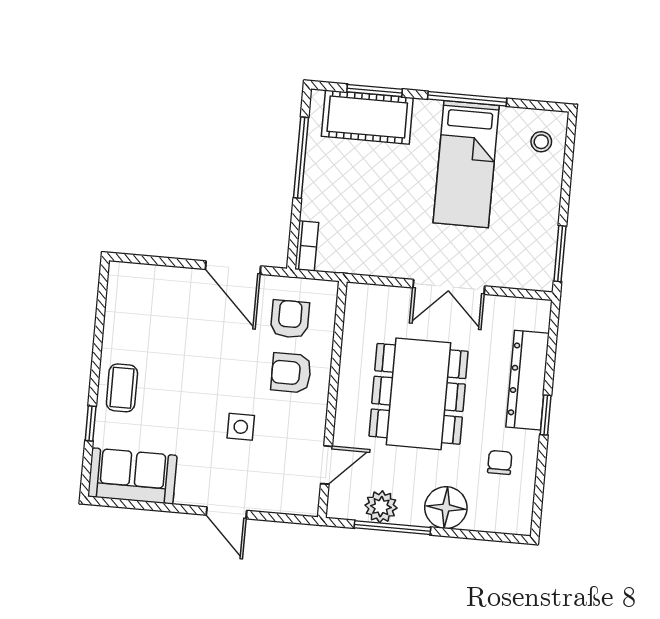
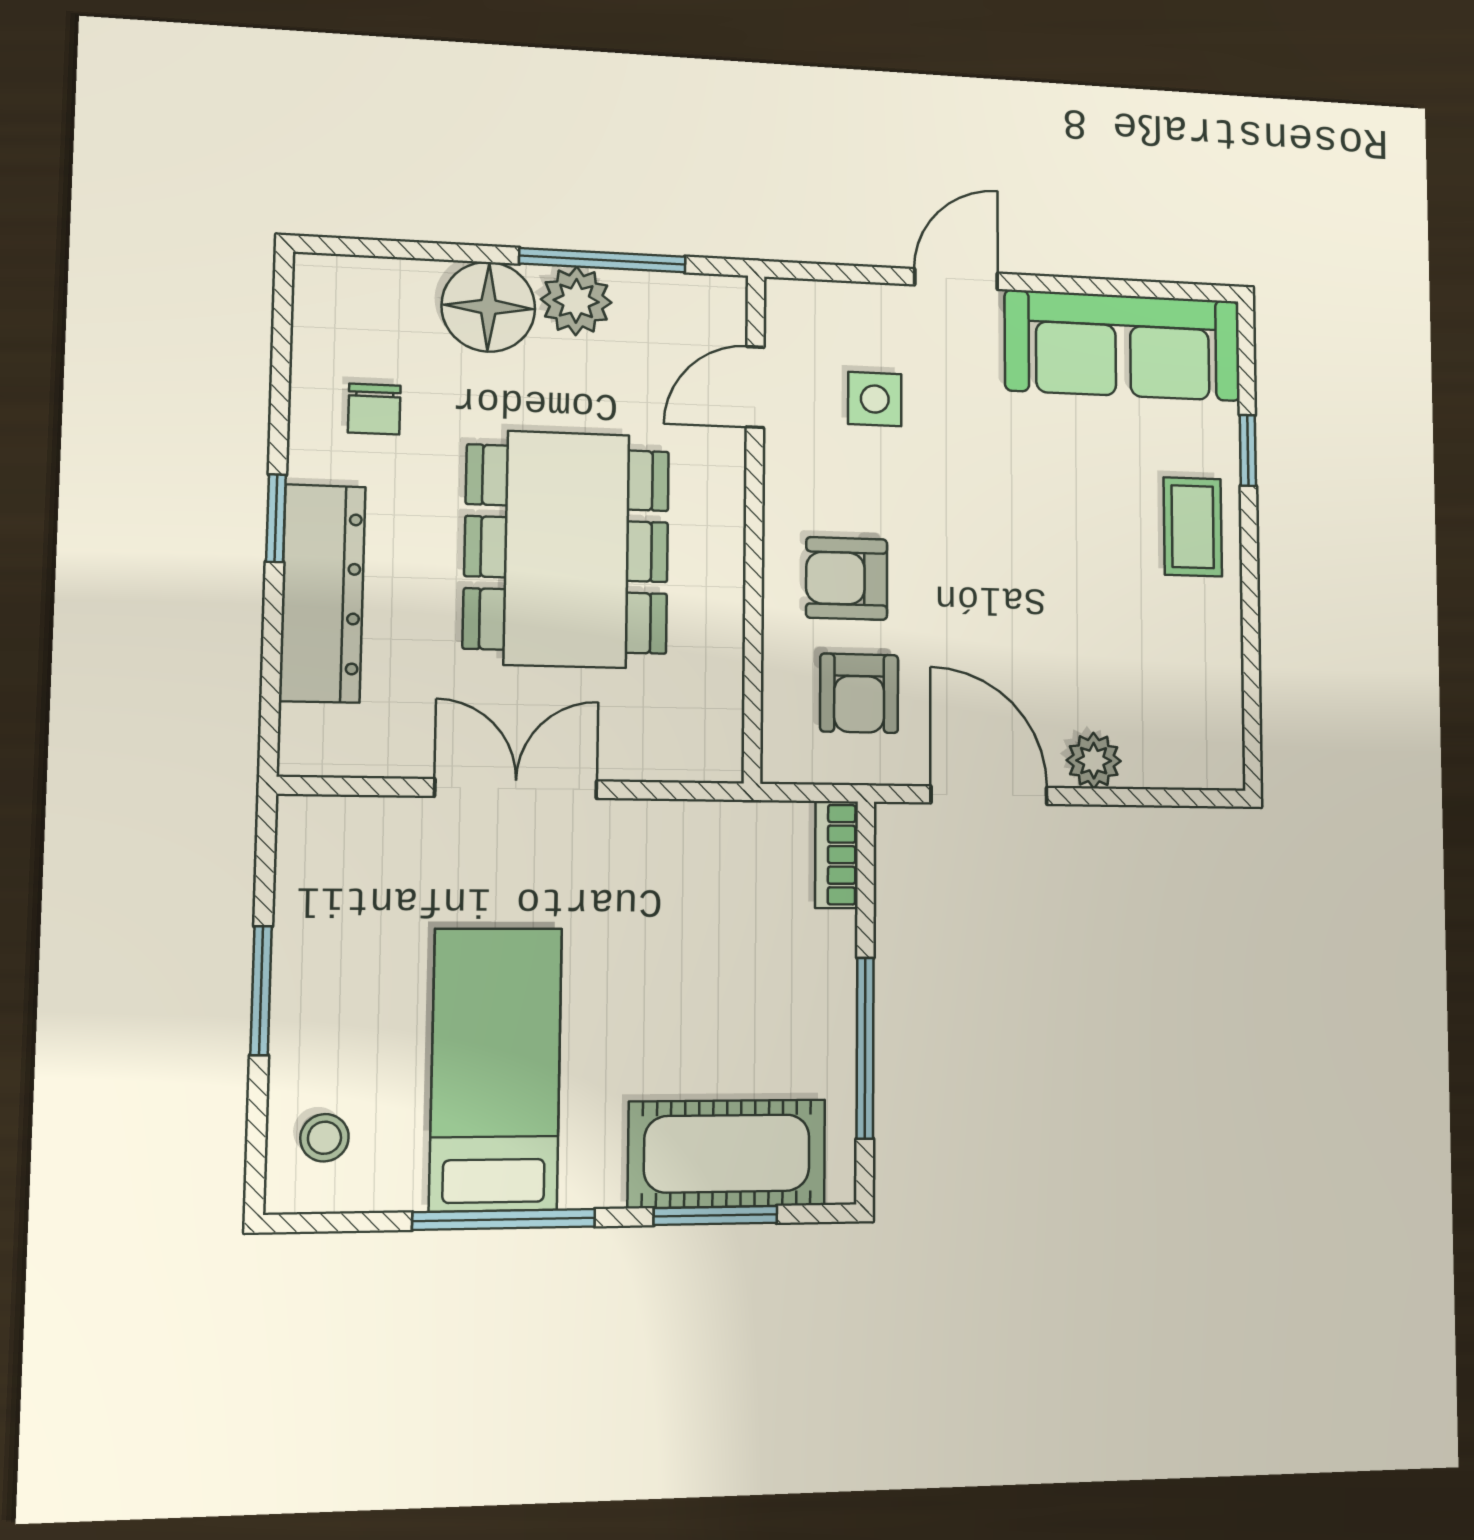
window: (560, 254) -> (261, 991), moved
plant: (182, 280) -> (1094, 761), added
armchair: (291, 373) -> (847, 578), turned 180
side table: (241, 427) -> (875, 399), moved
sofa: (132, 476) -> (1123, 346), width x1.36
plant: (381, 507) -> (576, 301), moved
door: (226, 513) -> (956, 279), hinge flipped

